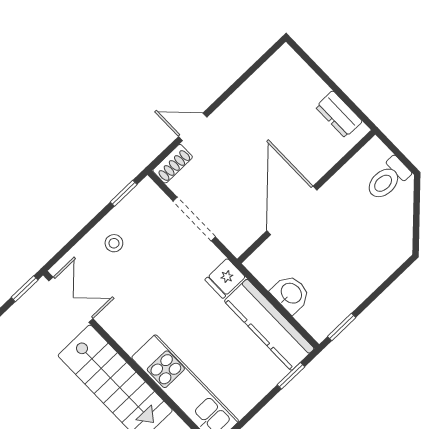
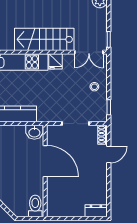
dresser: (339, 114) -> (96, 211), moved
toilet: (388, 179) -> (35, 206), moved
fridge: (225, 278) -> (56, 61), moved, turned 180
washbasin: (291, 294) -> (34, 132), moved

